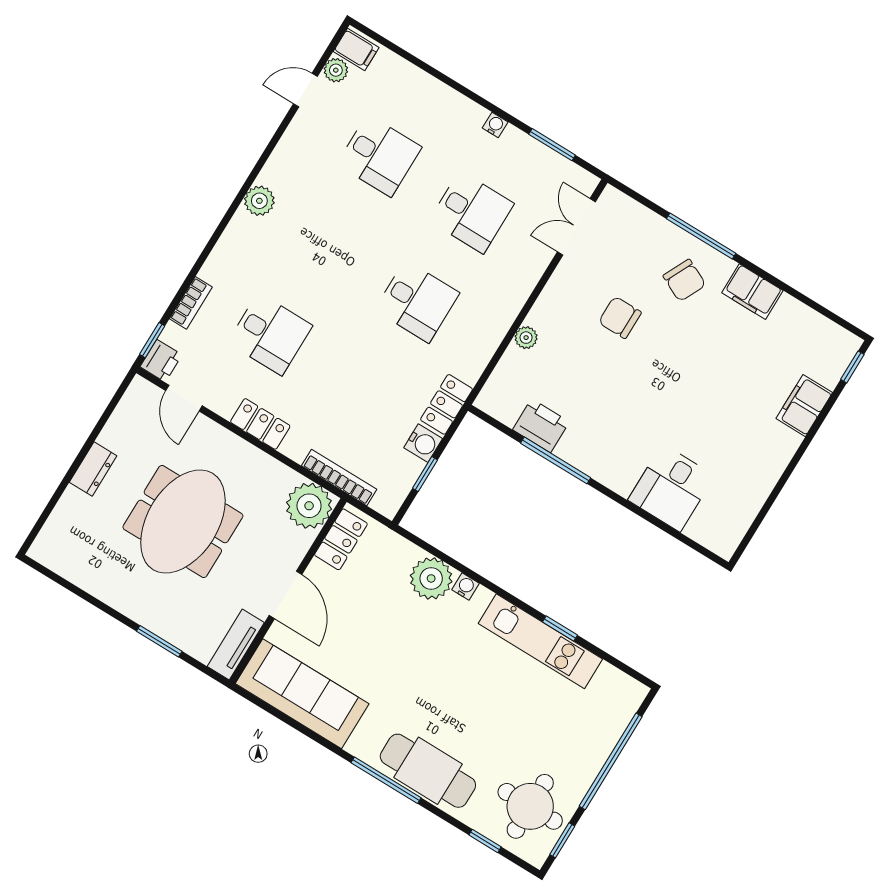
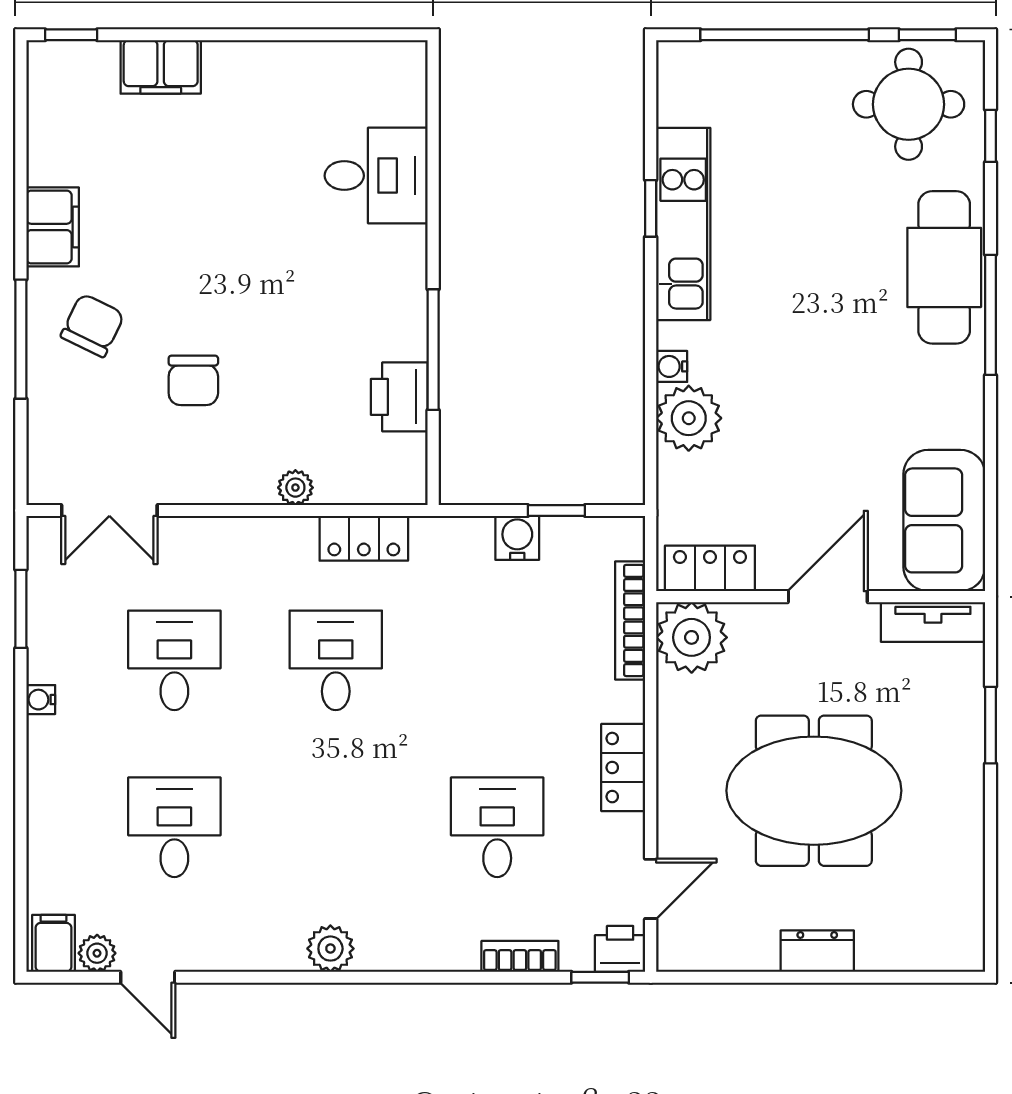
locker: (447, 404) -> (364, 538), moved
sofa: (302, 694) -> (944, 520), width x0.73

